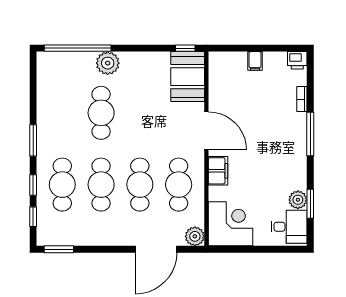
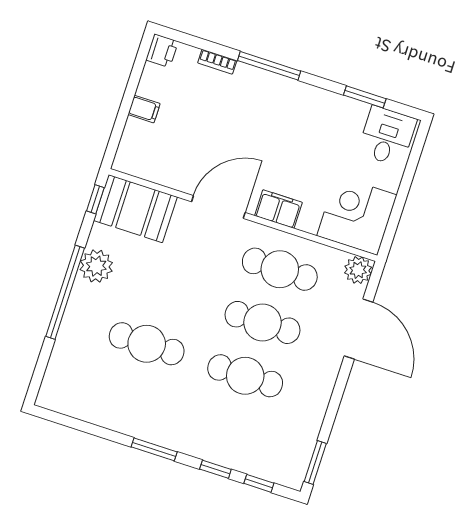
window: (78, 48) -> (65, 292), moved
plant: (108, 63) -> (96, 266), moved
cafe table: (62, 185) -> (228, 429), removed
plant: (298, 200) -> (354, 112), removed

